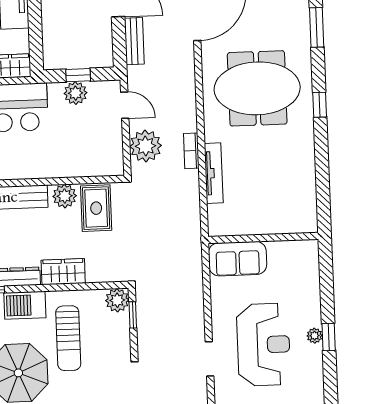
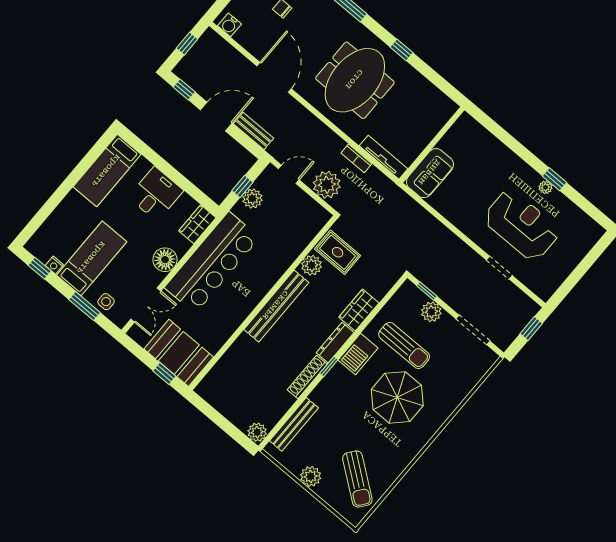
wall: (263, 238) -> (432, 145), moved
sofa: (238, 259) -> (430, 173), moved
plant: (117, 300) -> (431, 312), moved

